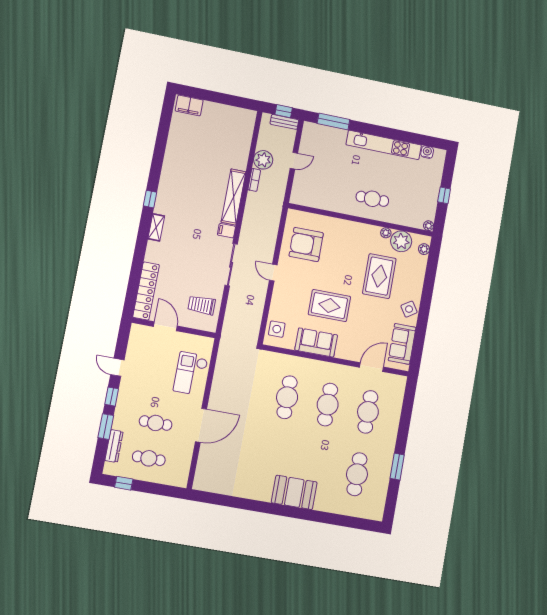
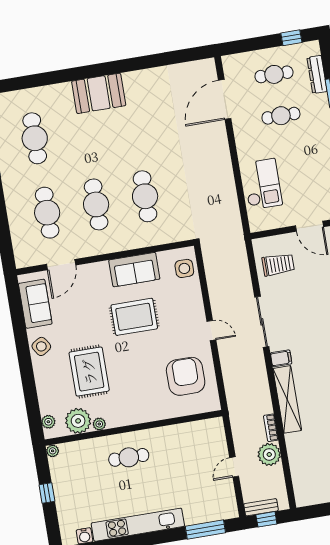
armchair: (306, 245) -> (186, 376), turned -90
door: (201, 425) -> (225, 99), moved

